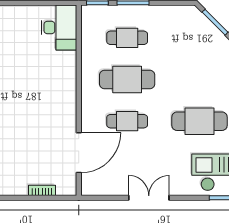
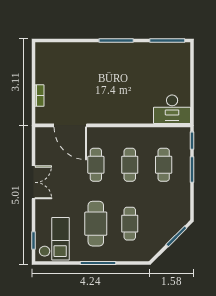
cafe table: (127, 80) -> (130, 165), width x0.73, depth x0.74
cafe table: (200, 80) -> (130, 224), added

